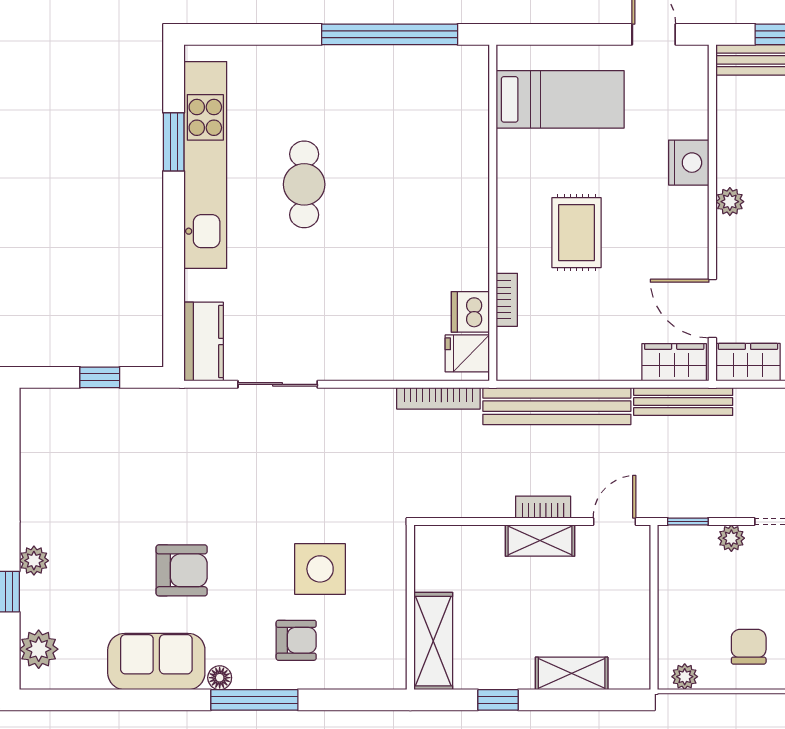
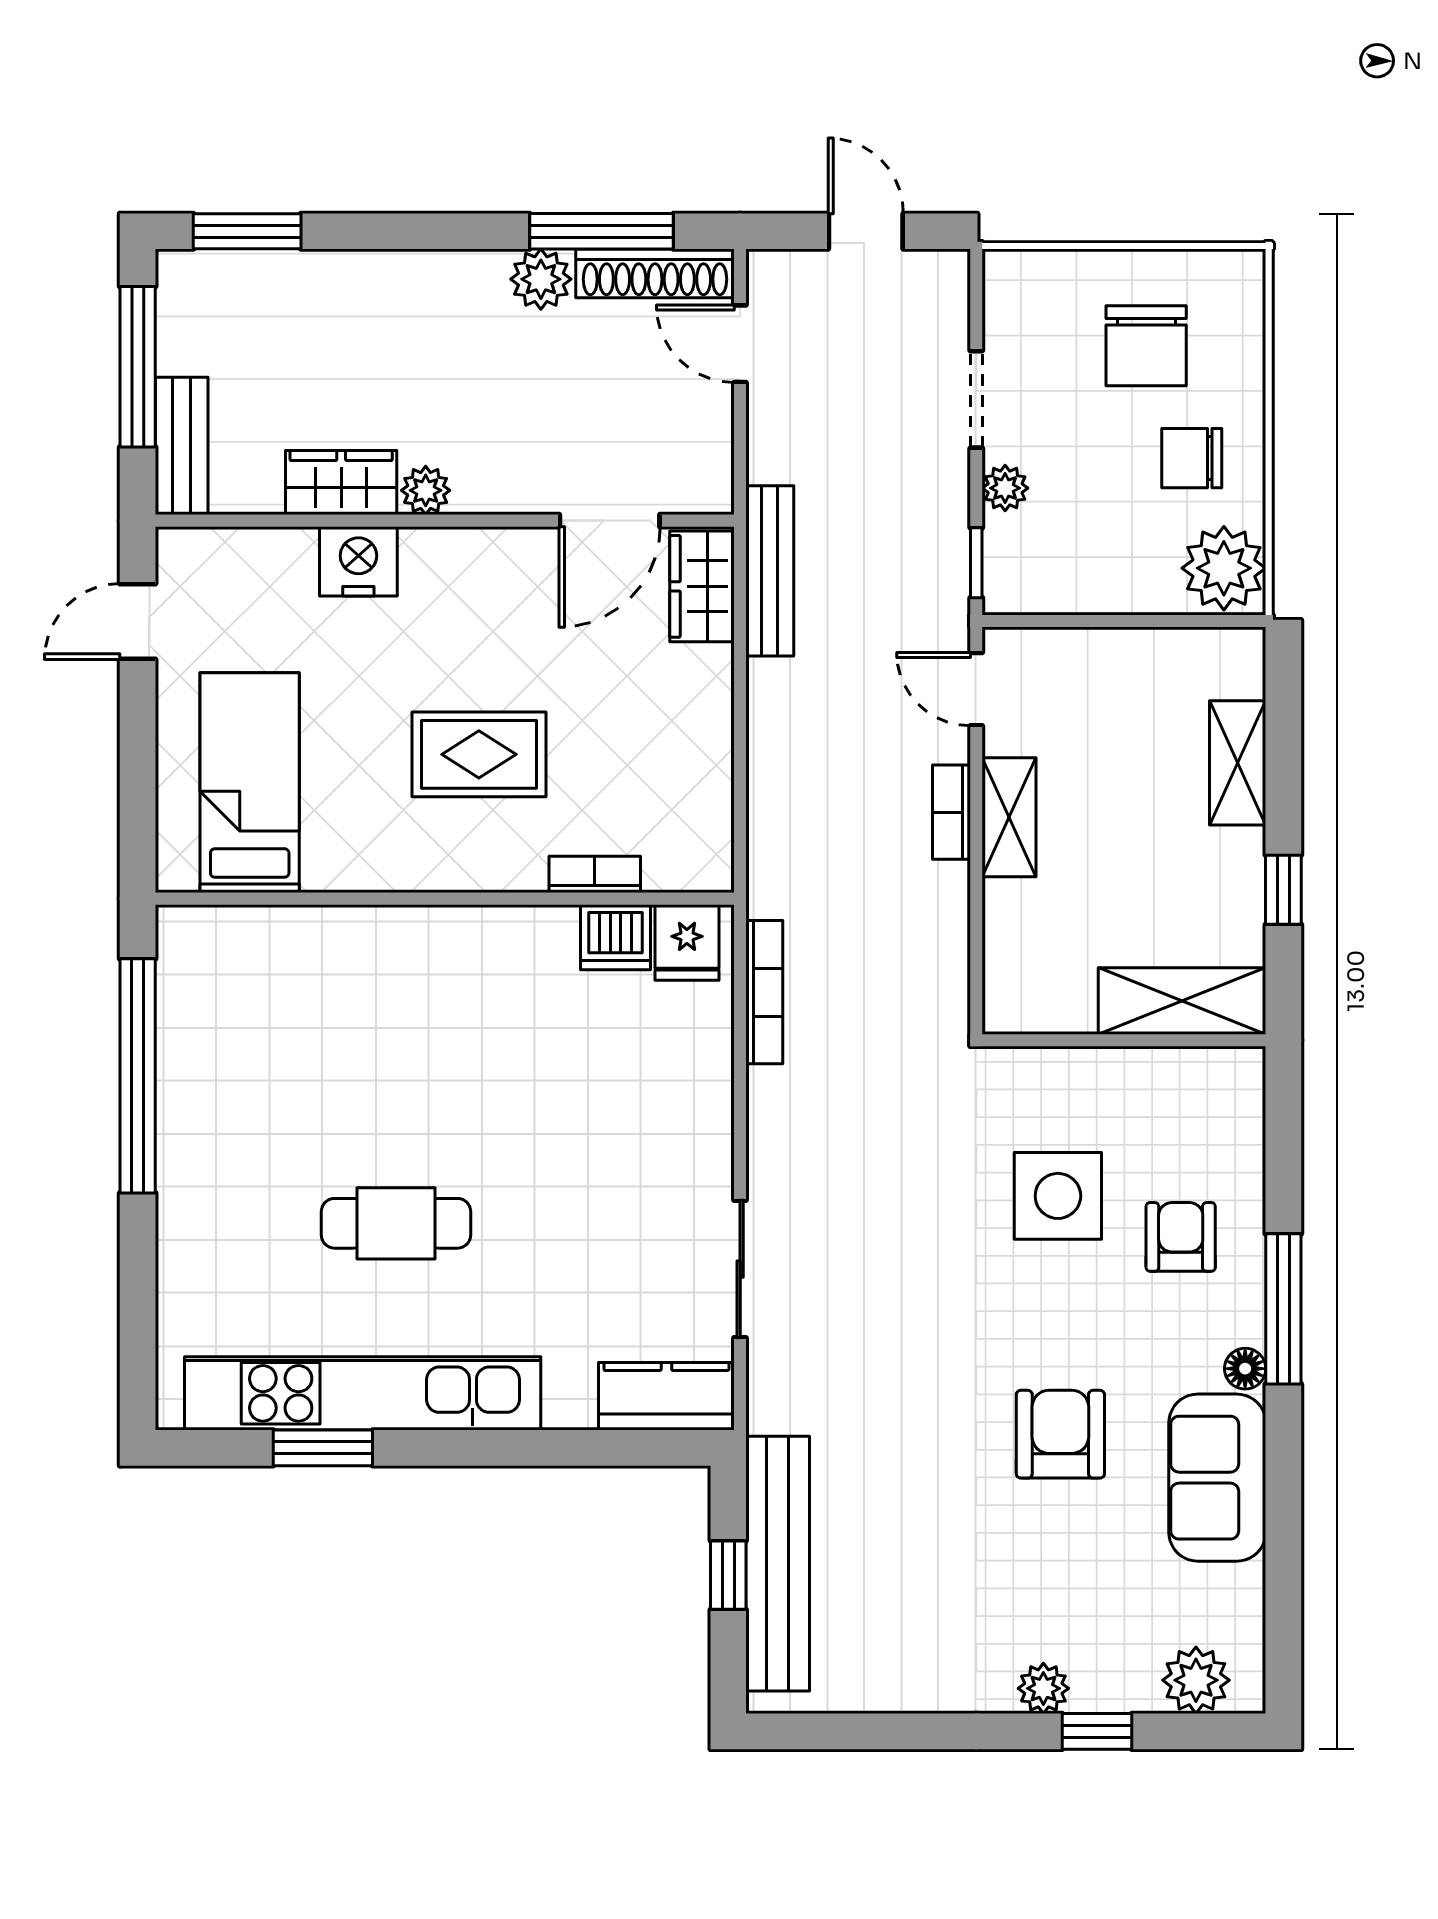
wardrobe: (748, 362) -> (341, 483), moved, turned 90
bench: (557, 406) -> (778, 1564), moved
plant: (685, 677) -> (1224, 568), width x1.88, depth x1.88

